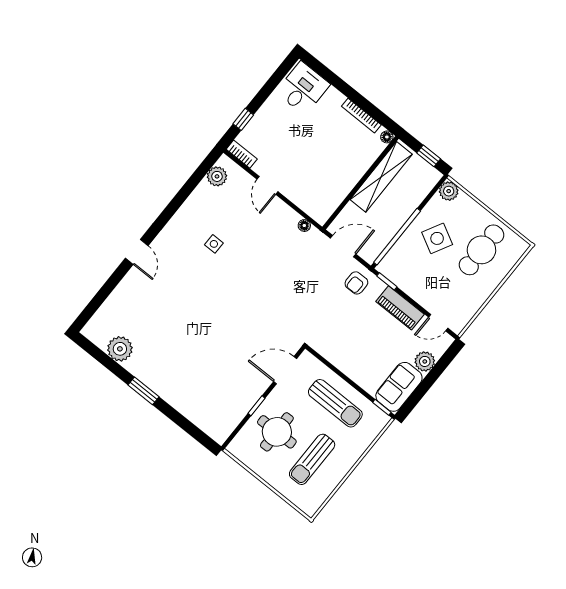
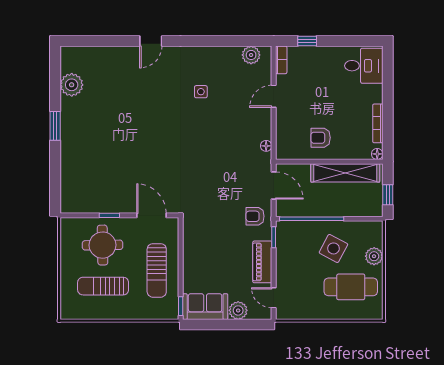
armchair: (334, 174) -> (321, 138), added
plant: (449, 191) -> (374, 256), moved

